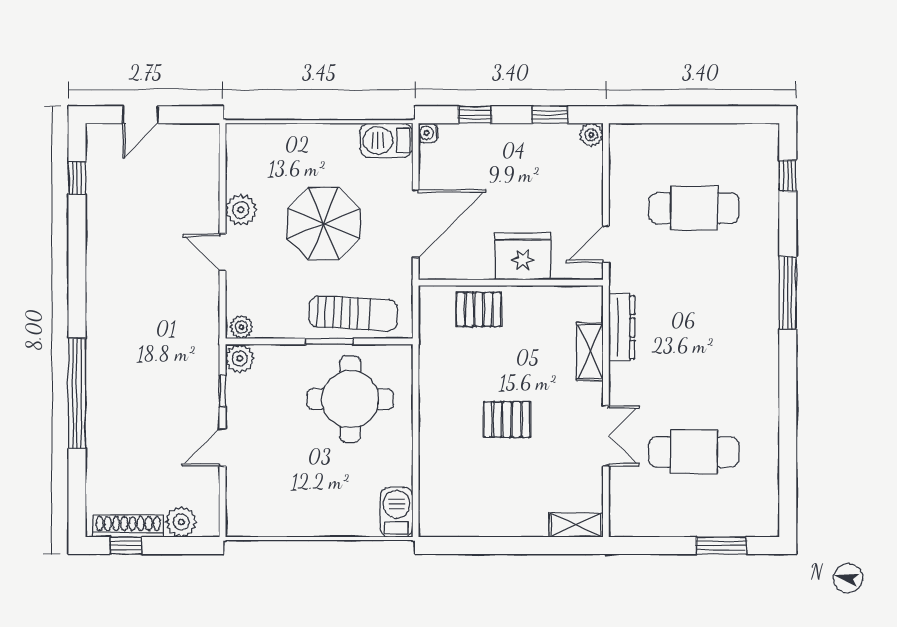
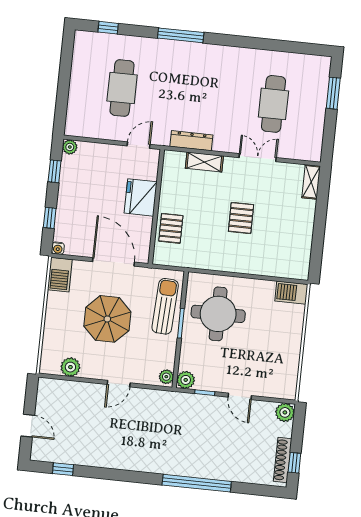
plant: (241, 210) -> (70, 367), moved
door: (606, 244) -> (139, 145), swing flipped
plant: (181, 522) -> (285, 412), moved

